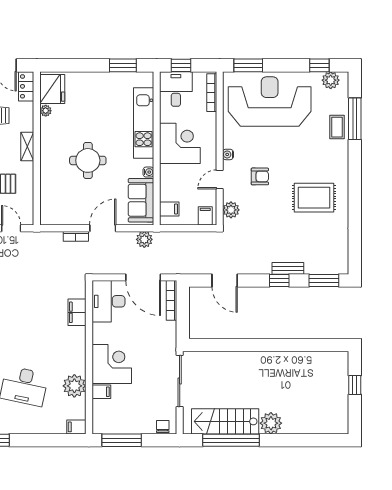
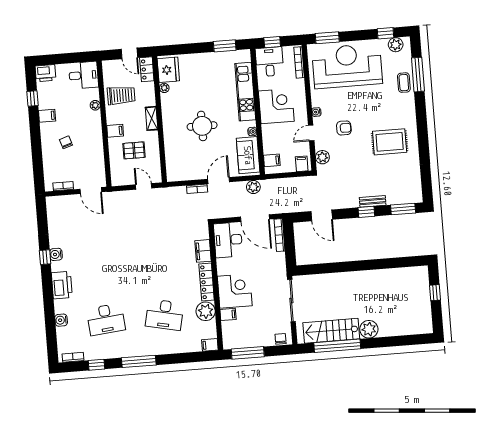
locker: (78, 350) -> (207, 282), added

